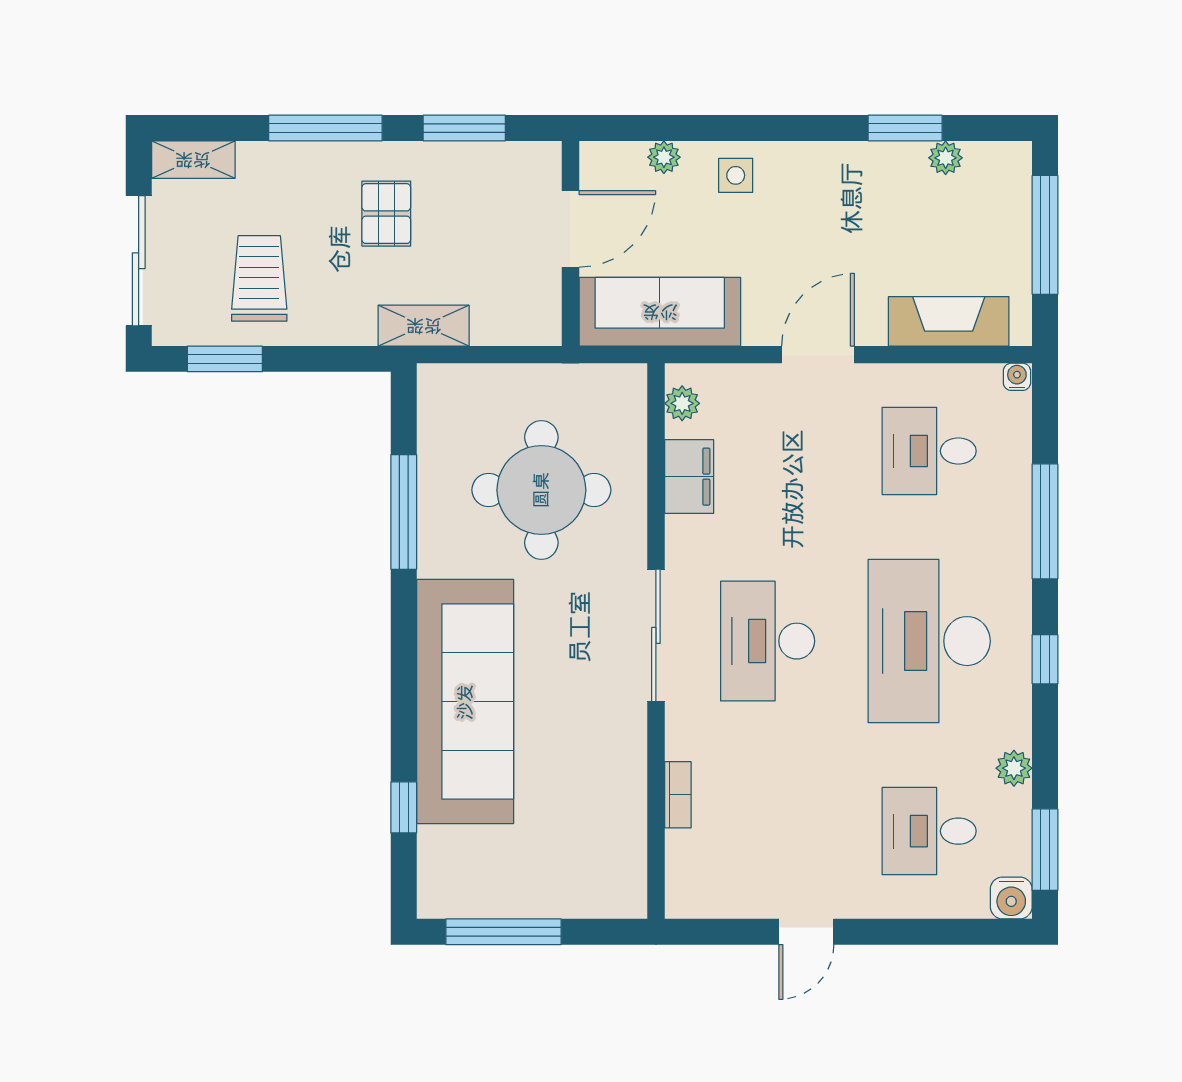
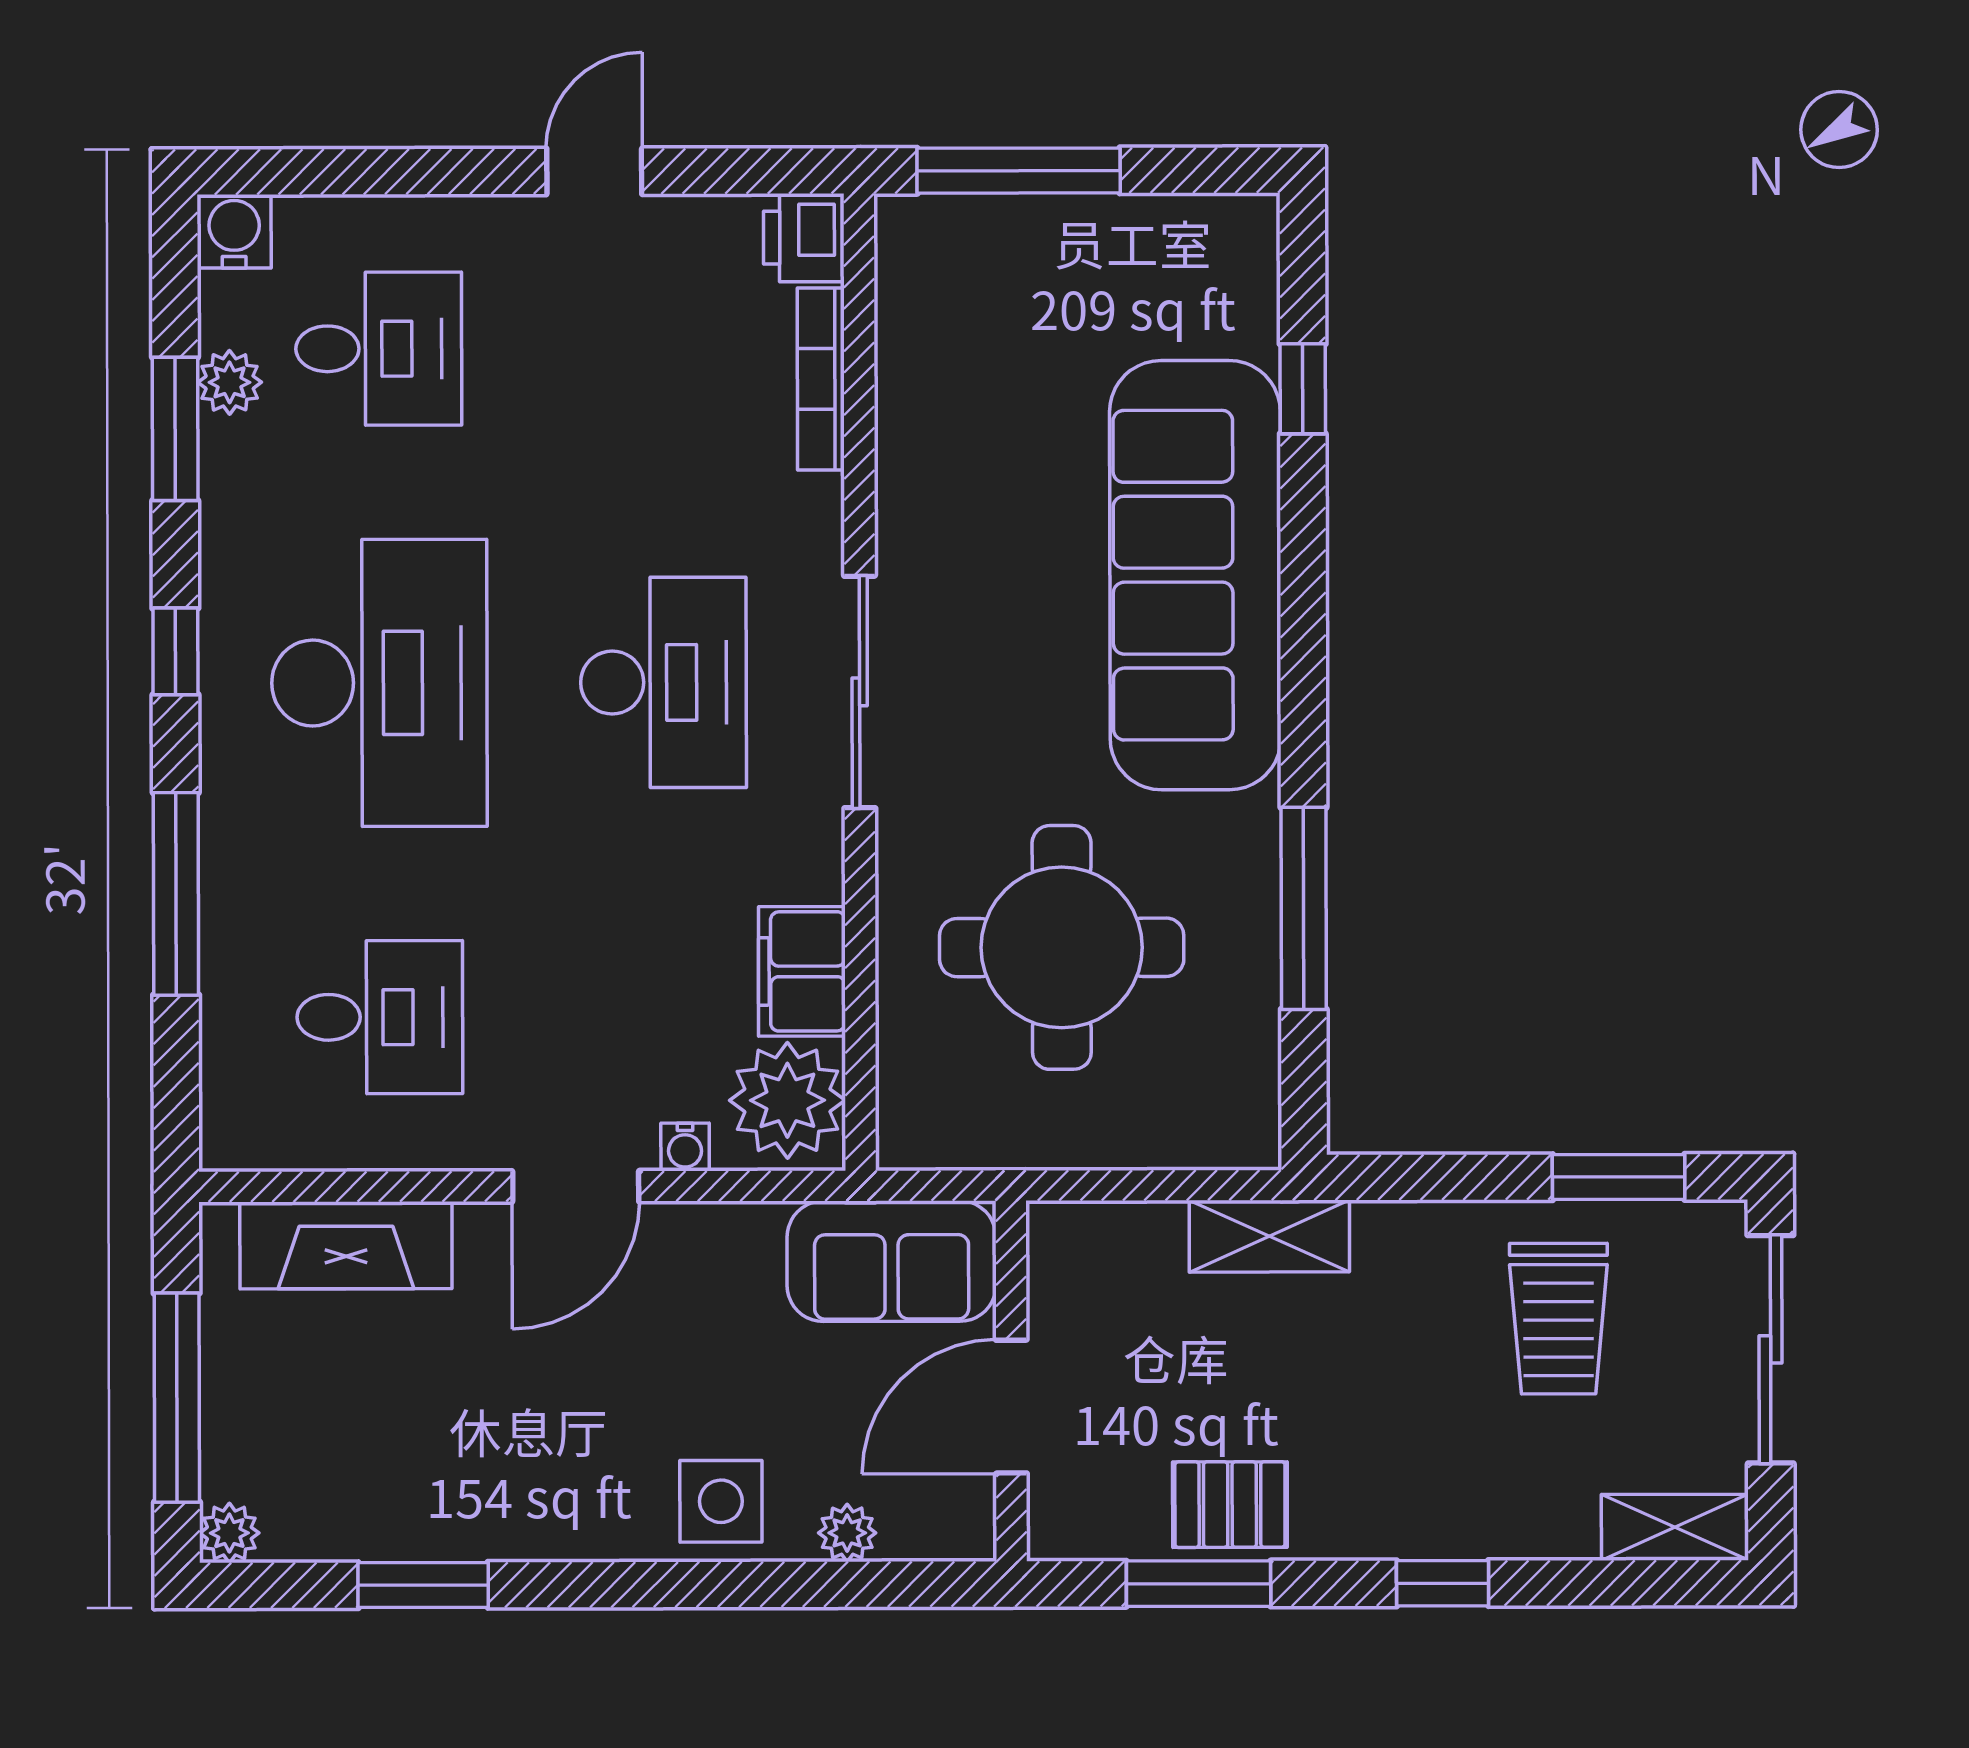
window: (325, 128) -> (1443, 1583), width x0.46
plant: (946, 158) -> (229, 1533), moved
side table: (736, 175) -> (721, 1501), width x1.37, depth x1.37
pallet: (386, 214) -> (1230, 1505), moved, turned 90
sofa: (660, 312) -> (892, 1261), width x0.73
water cooler: (1017, 377) -> (685, 1147), moved
plant: (682, 403) -> (787, 1100), width x1.88, depth x1.88
plant: (1014, 768) -> (230, 382), moved
bookcase: (678, 795) -> (821, 379), width x1.56
window: (1045, 850) -> (175, 429), moved
printer: (687, 894) -> (804, 238), added
window: (503, 932) -> (1019, 171), moved

